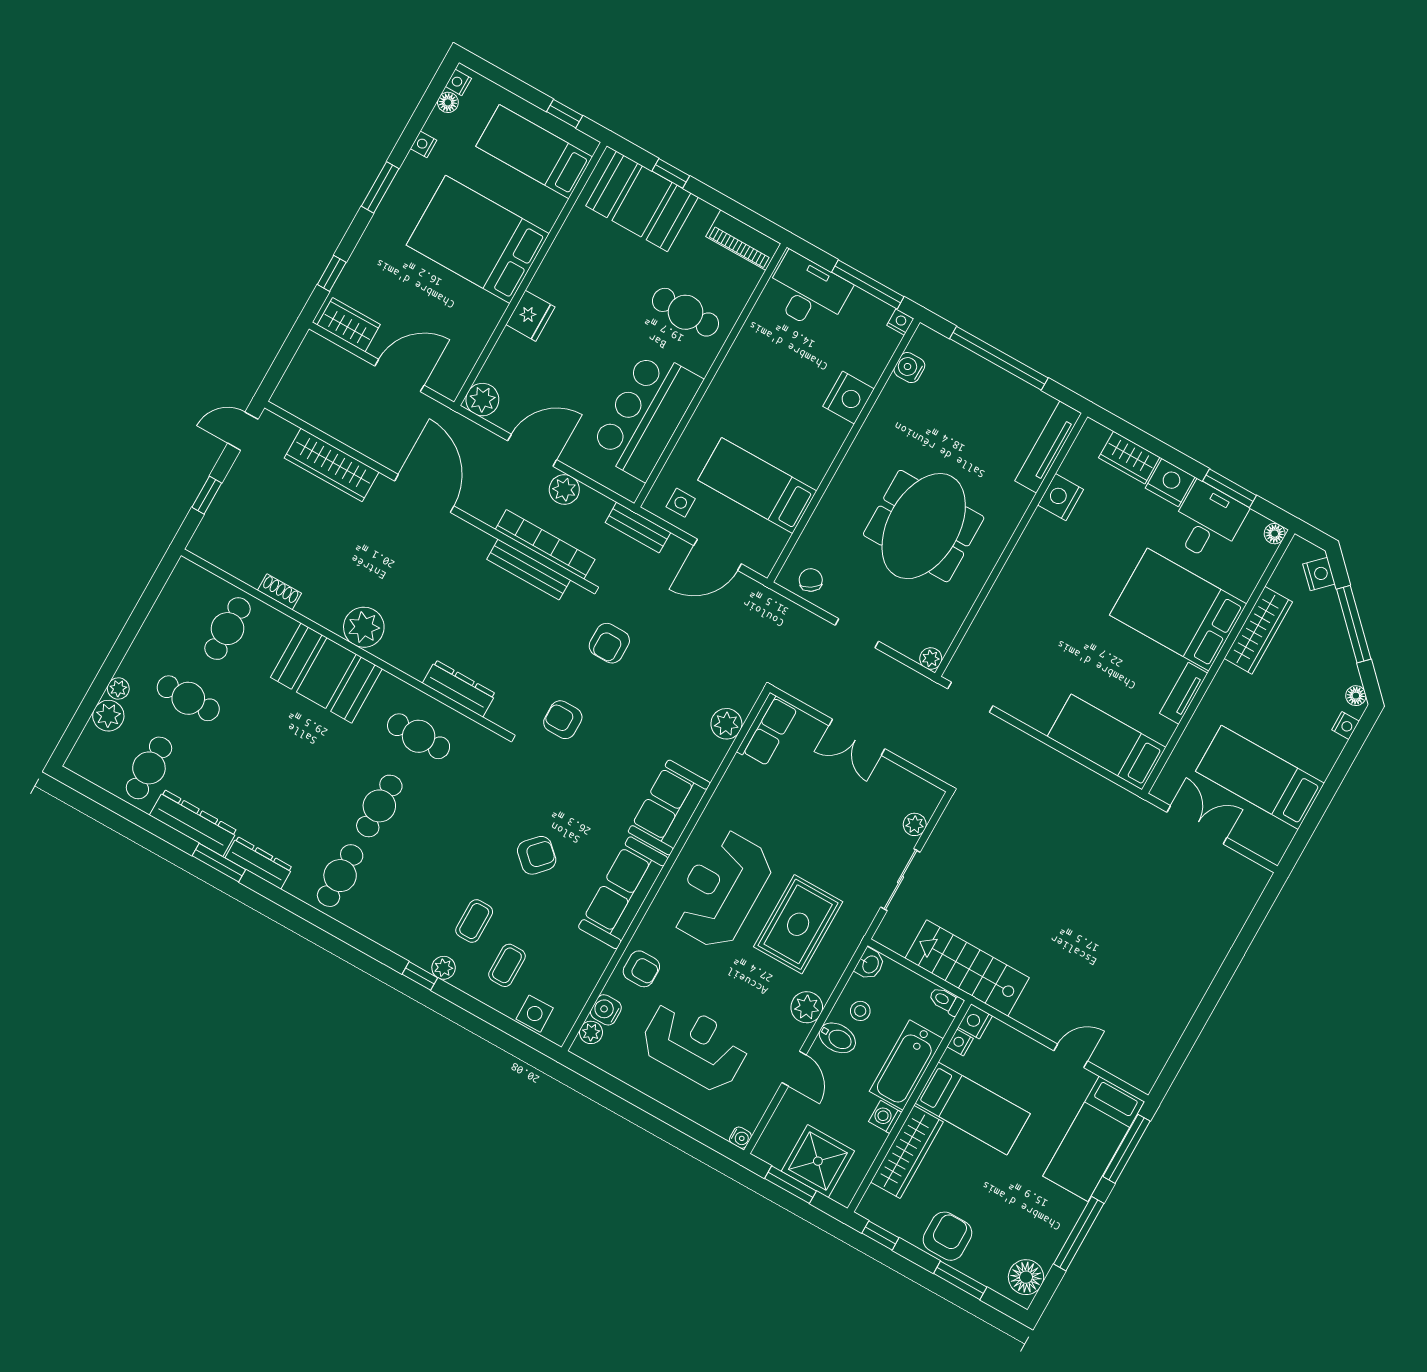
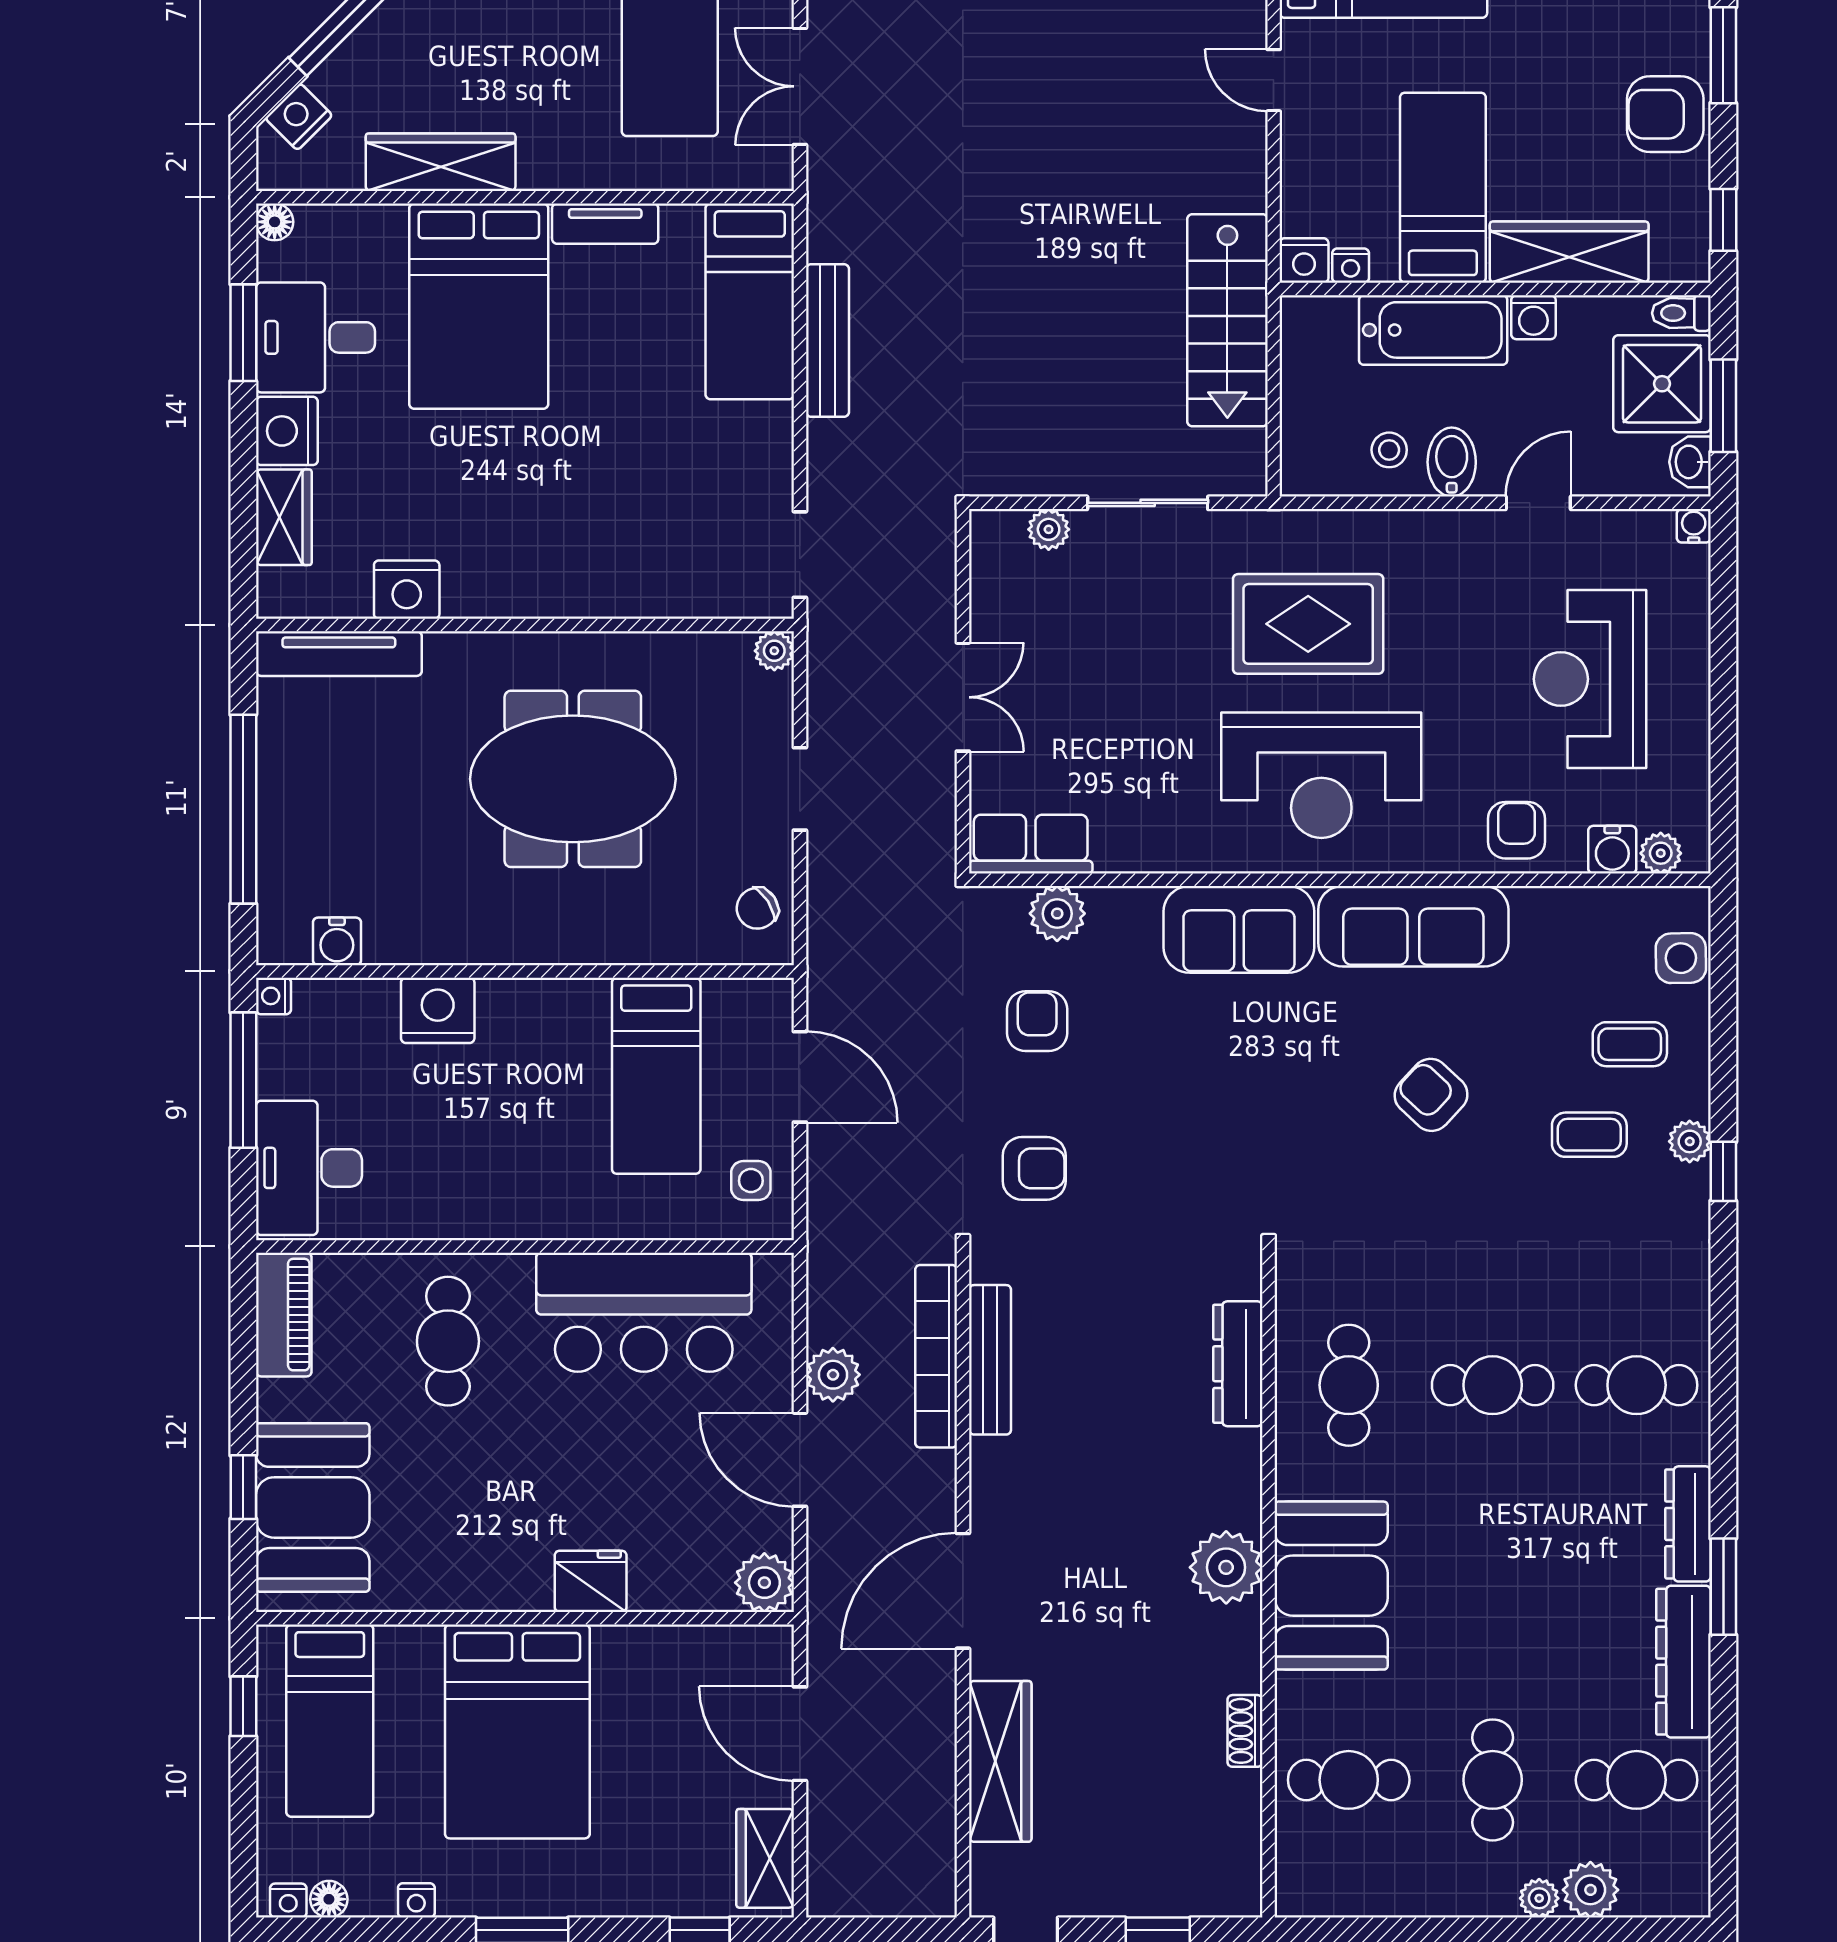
bench: (638, 527) -> (827, 340), moved, width x1.36
armchair: (563, 720) -> (1037, 1021), moved, turned 180
washbasin: (870, 964) -> (1690, 462), moved, turned -90
toilet: (946, 1001) -> (1681, 313), moved, turned 90
plant: (807, 1007) -> (1431, 537), removed

